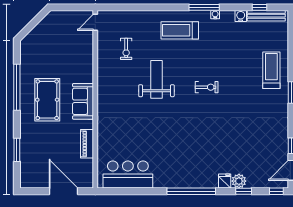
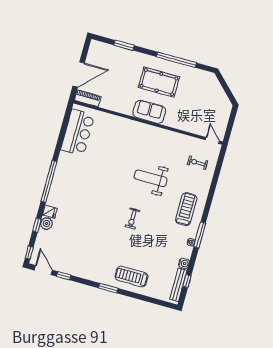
exercise bike: (126, 49) -> (197, 163), moved
treadmill: (271, 70) -> (132, 276), turned 180
weight bench: (156, 79) -> (151, 178), turned 180
piano: (87, 144) -> (88, 98), moved

